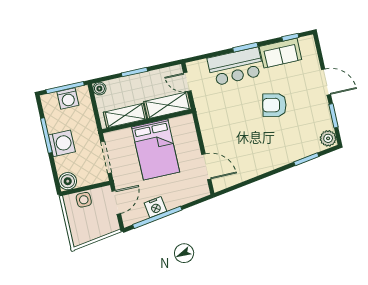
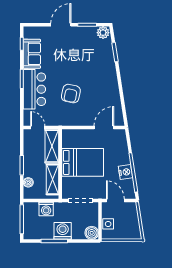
door: (187, 82) -> (38, 128), swing flipped
boiler: (99, 89) -> (28, 182), moved
washing machine: (68, 99) -> (46, 209), moved, turned 90
armchair: (274, 105) -> (71, 94), moved

